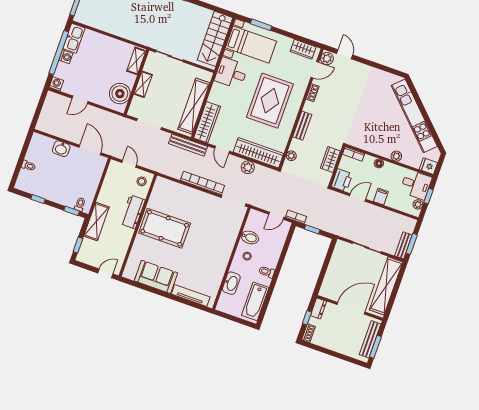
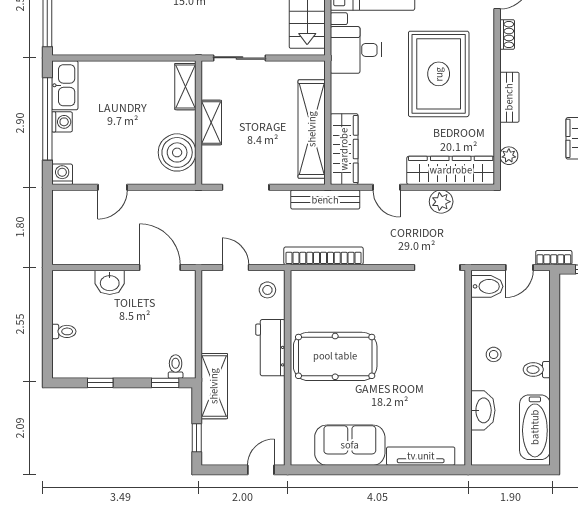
bookcase: (202, 183) -> (323, 256), moved
bidet: (250, 237) -> (487, 286), moved

